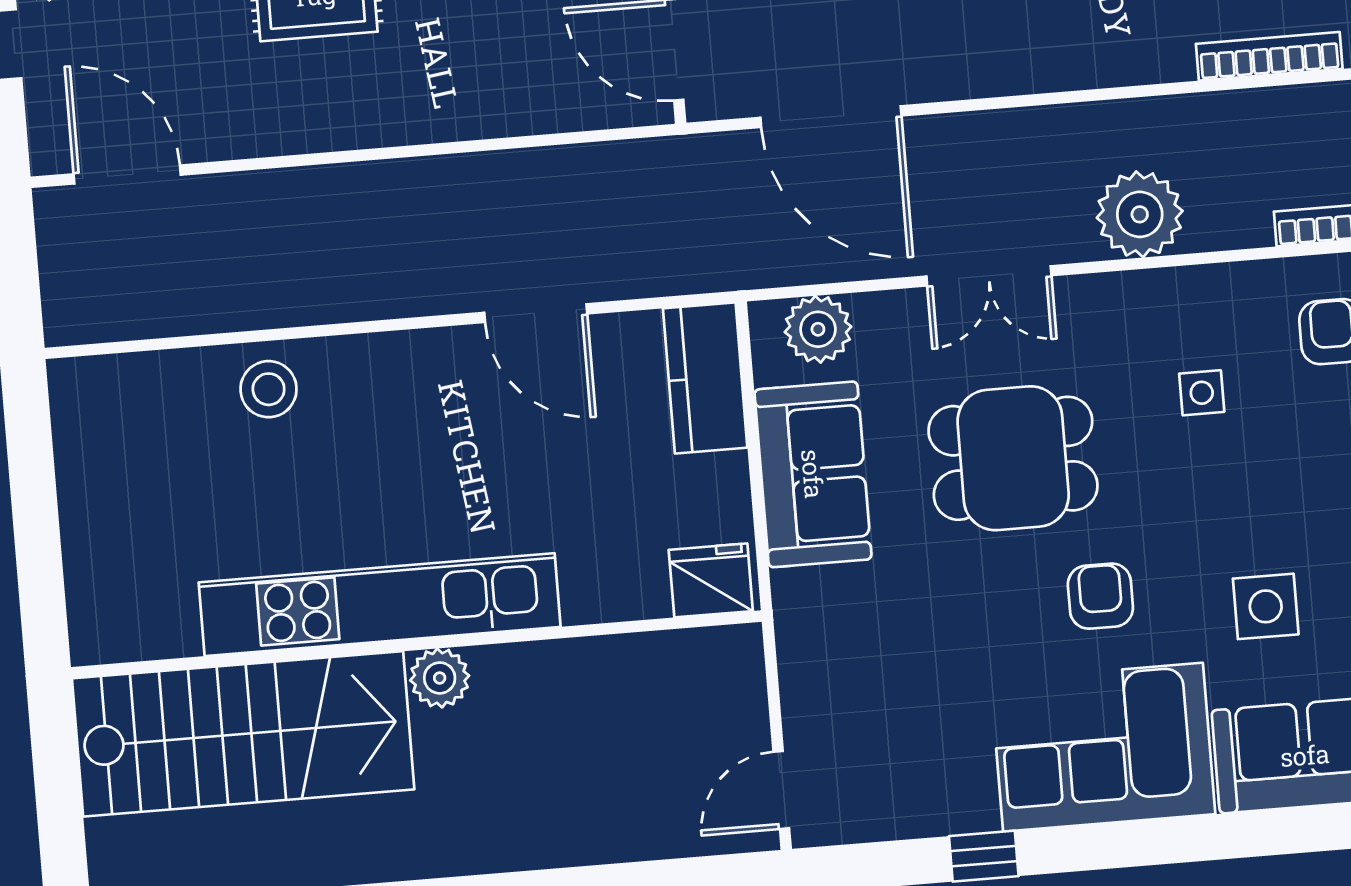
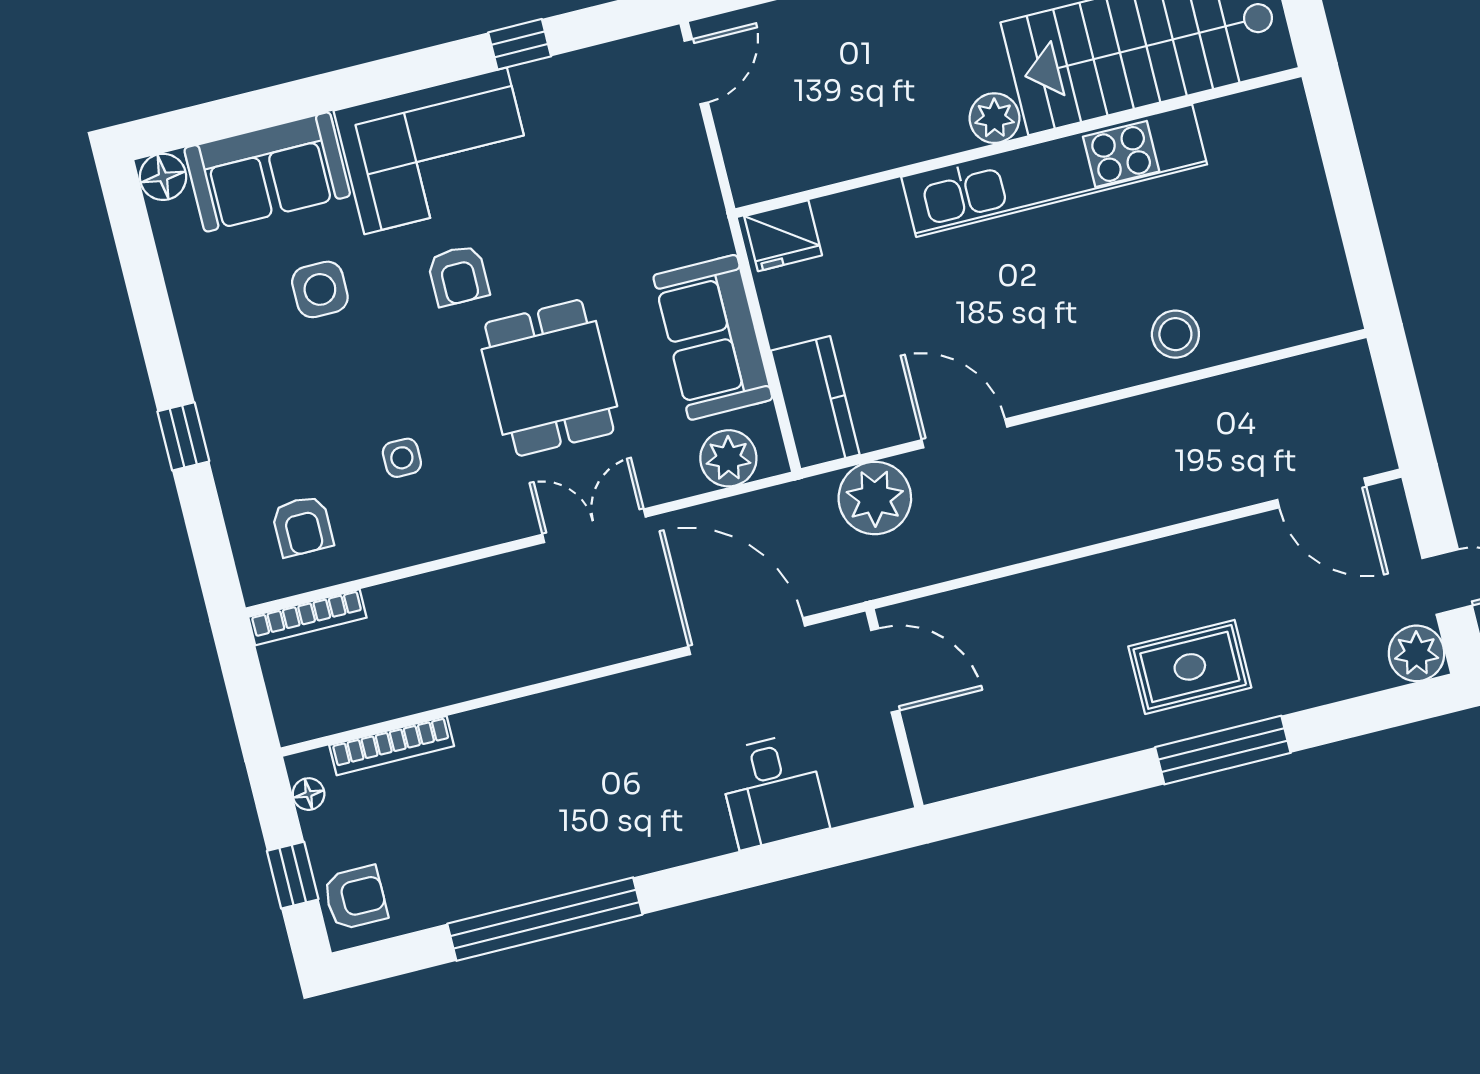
plant: (1140, 214) -> (875, 498), moved
dining table: (1013, 458) -> (549, 378), turned 90

